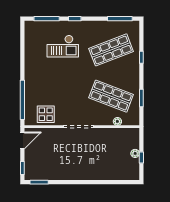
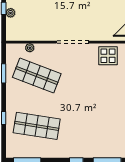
checkout: (63, 46) -> (90, 130), removed
shop shelf: (111, 50) -> (37, 126), turned 30

